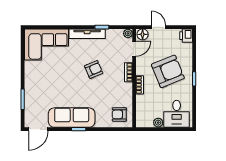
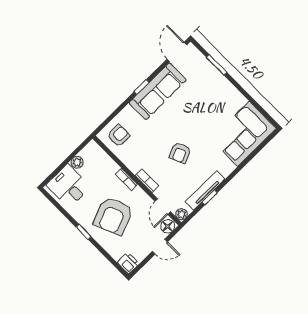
tv unit: (87, 34) -> (205, 190), moved

